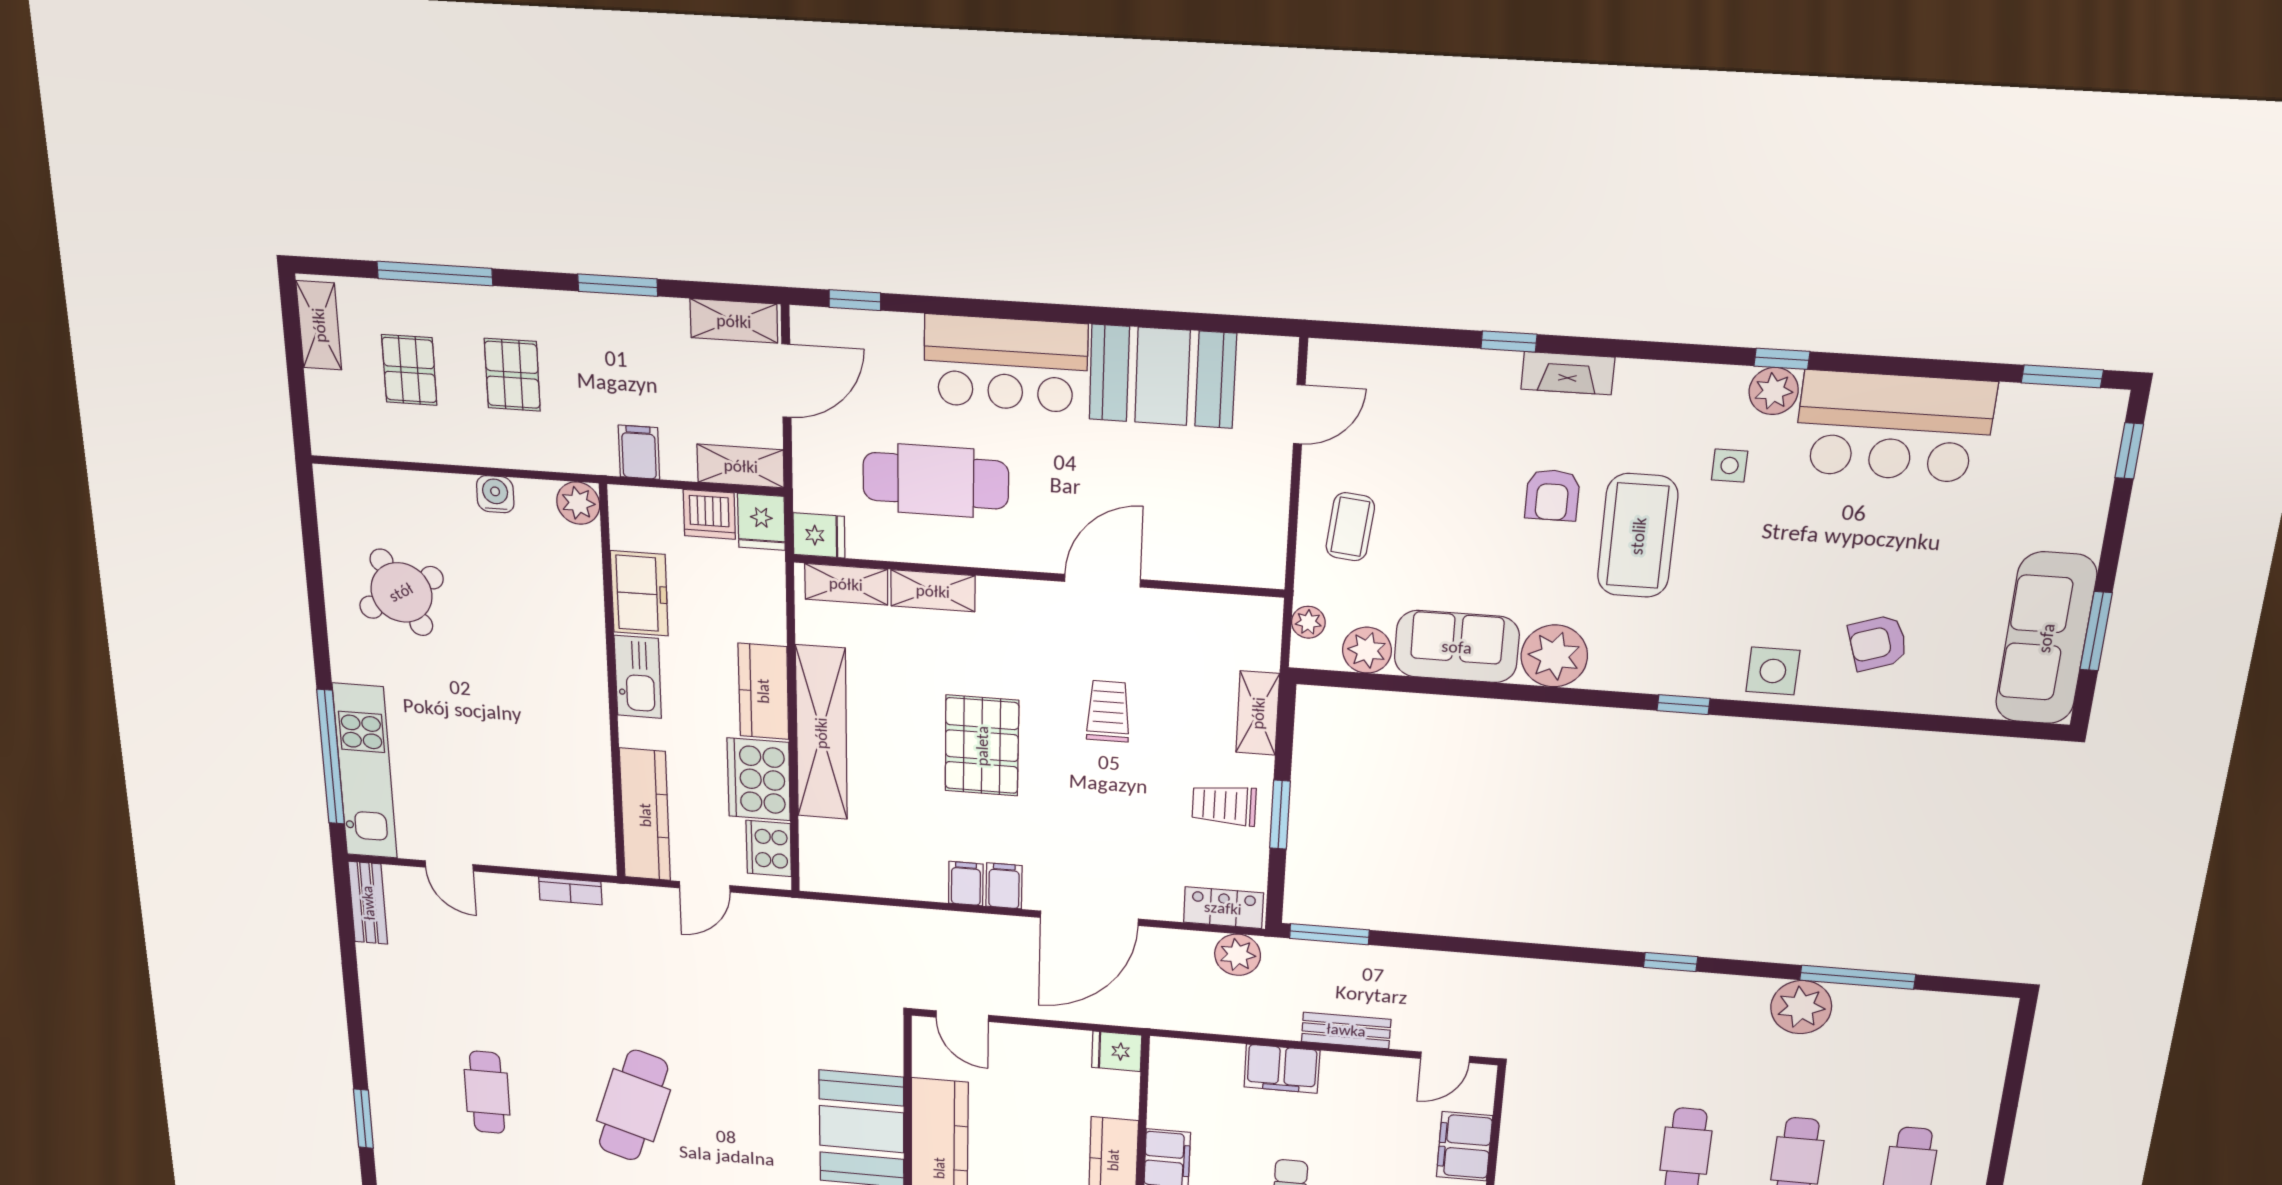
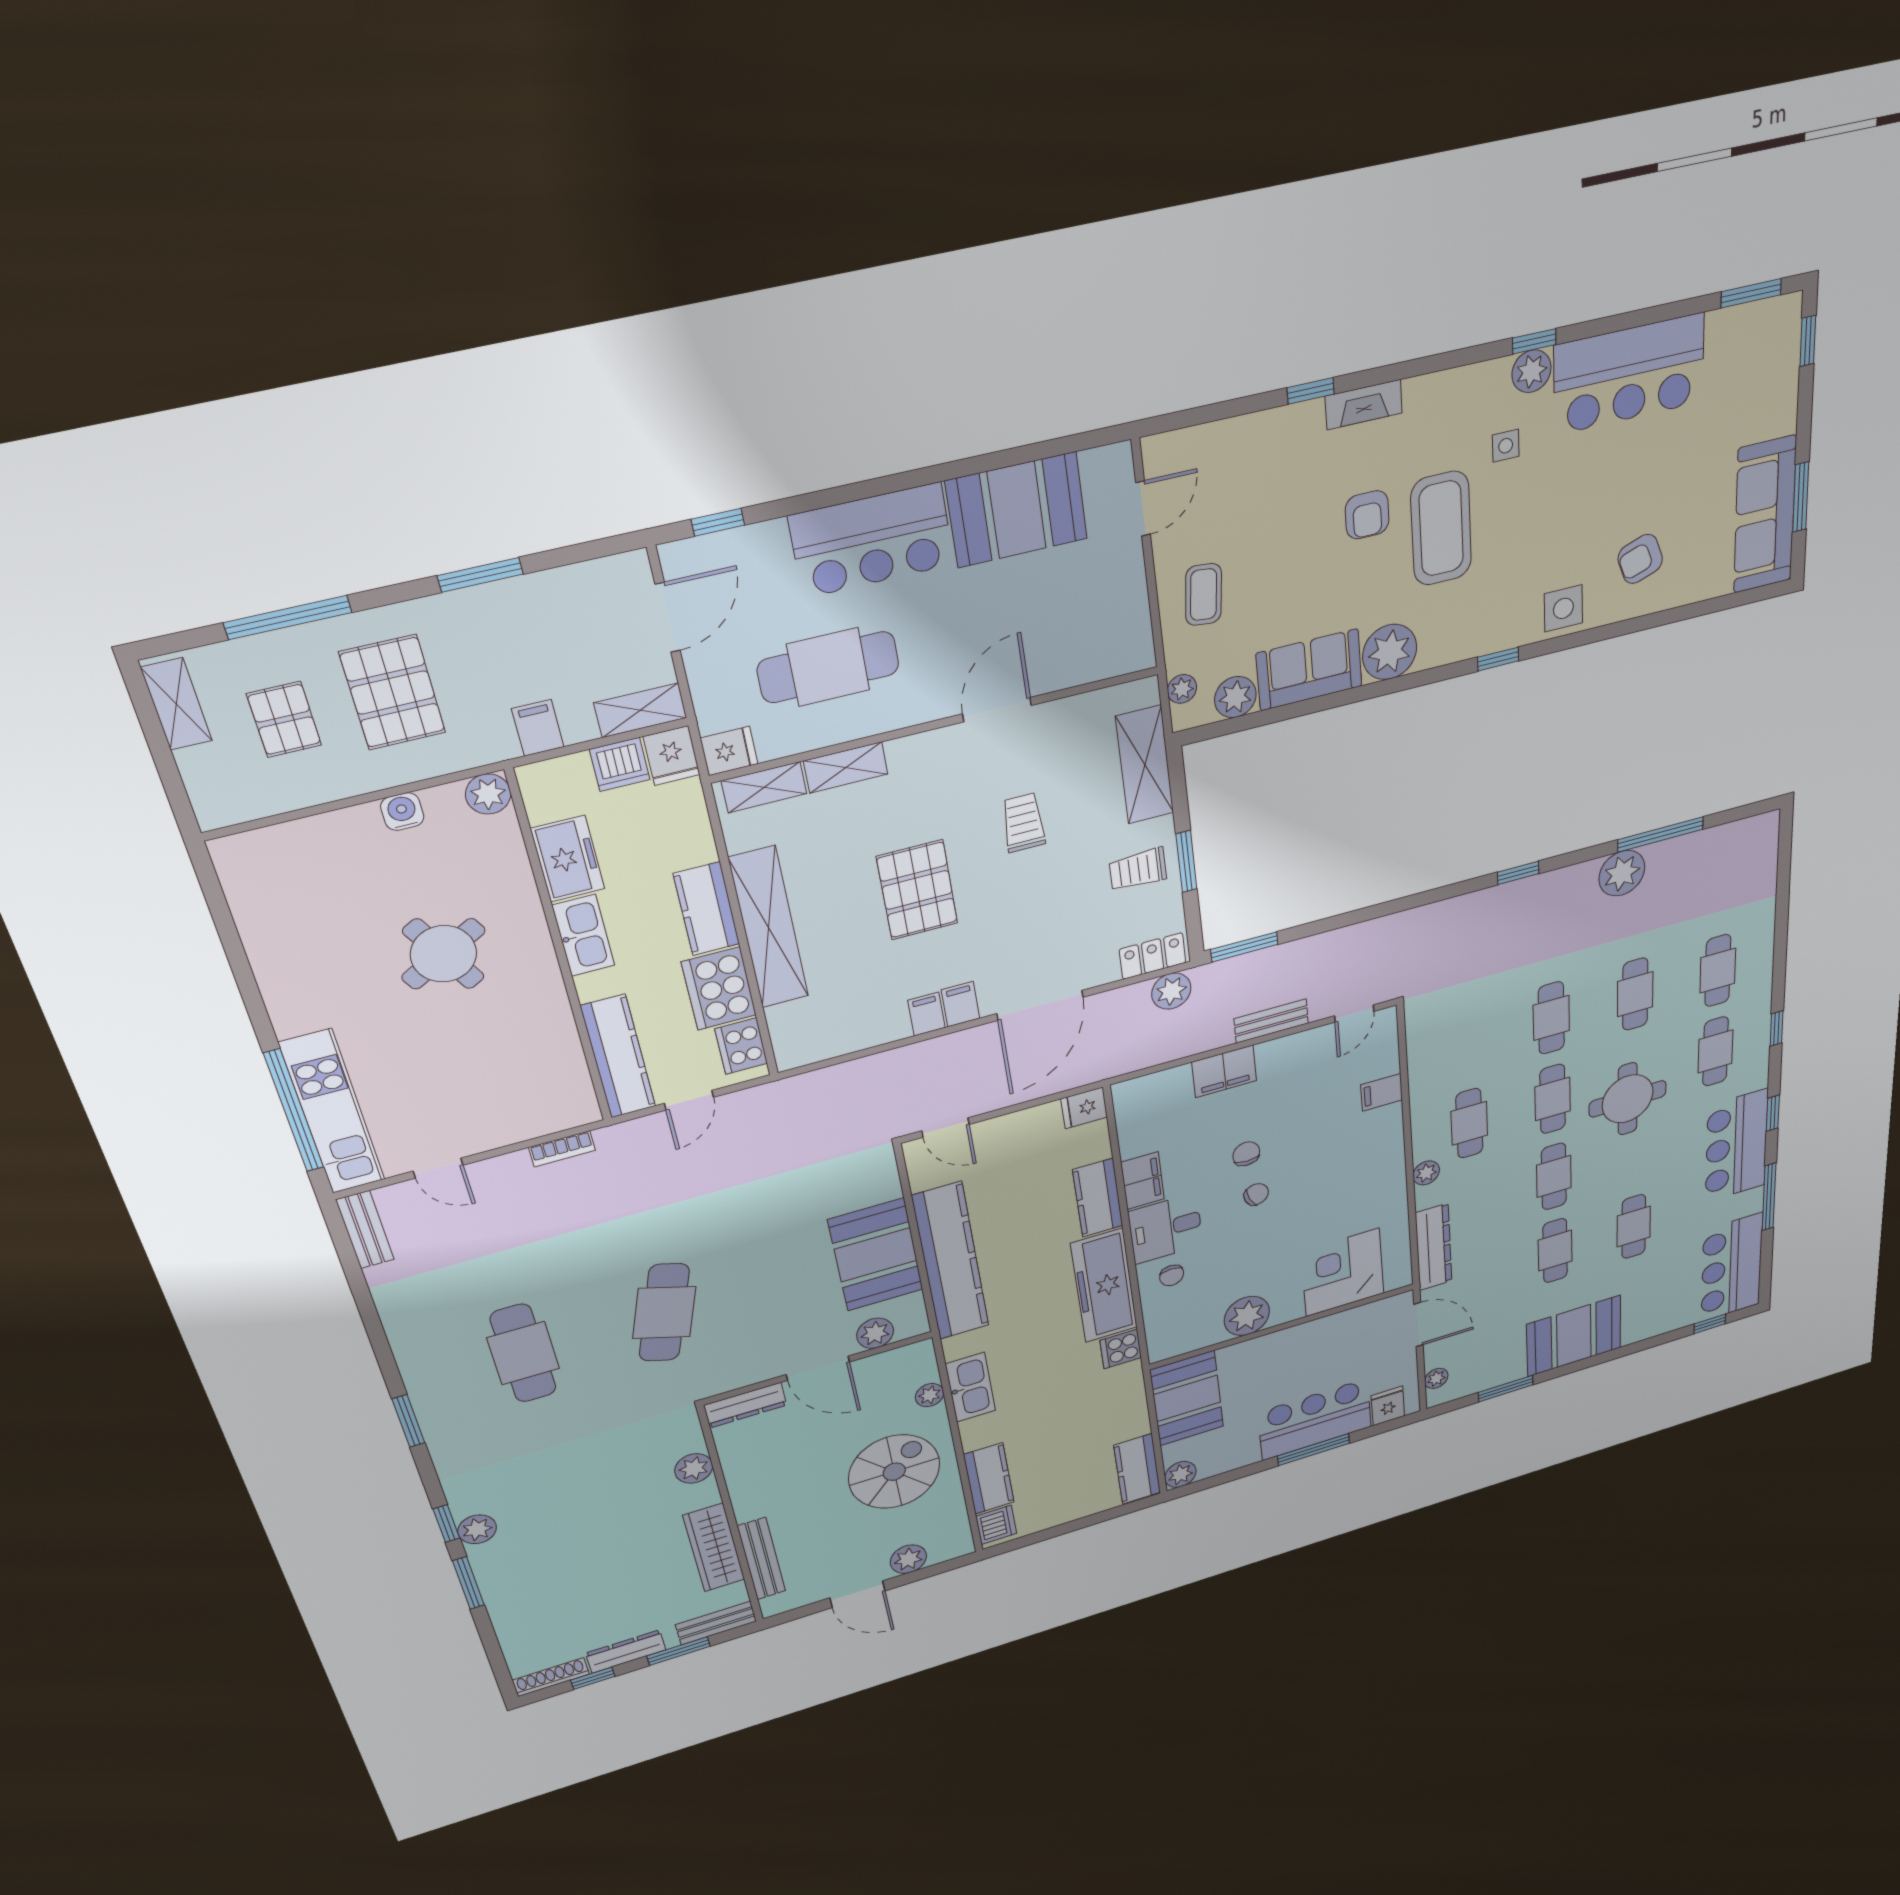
shelving: (734, 321) -> (604, 576), removed
pallet: (512, 375) -> (393, 693), width x1.50, depth x1.42
round table: (401, 592) -> (443, 954), moved
shelving: (1258, 713) -> (1145, 765), width x1.50, depth x1.33
cafe table: (487, 1092) -> (523, 1353), width x1.37, depth x1.35
filing cabinet: (1464, 1146) -> (1382, 1092), width x0.50

